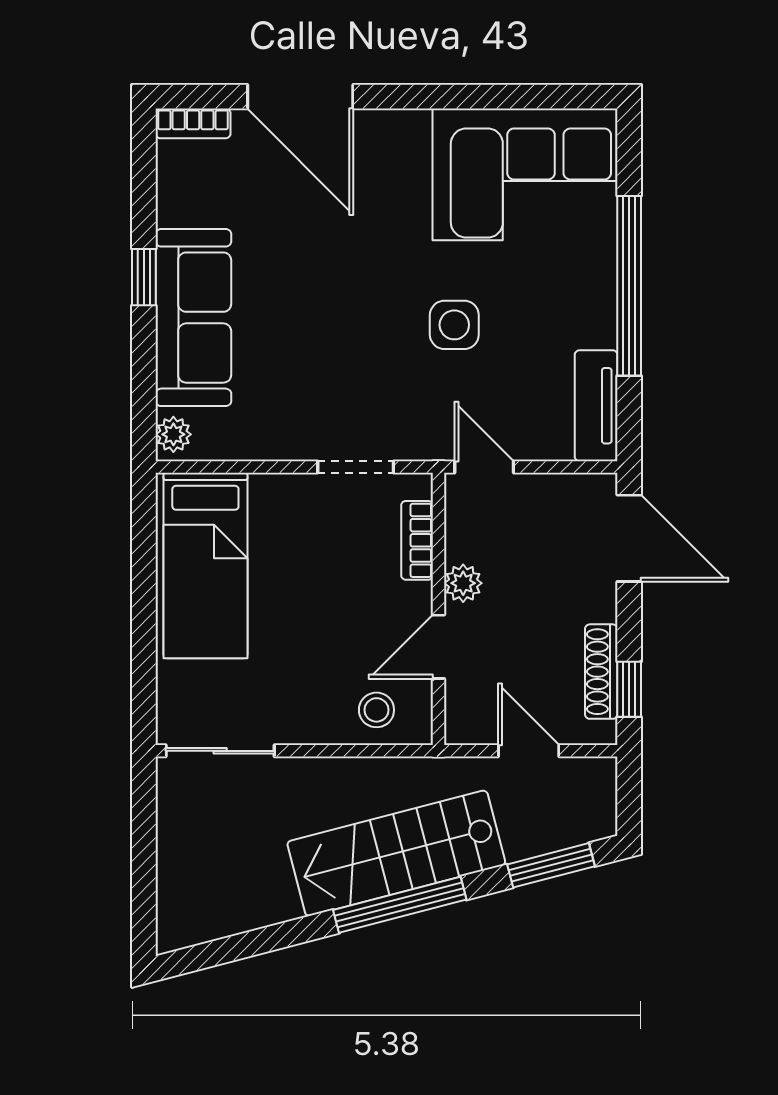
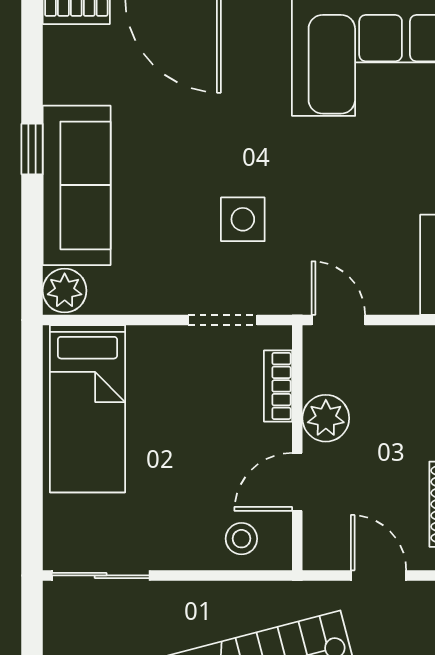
side table: (454, 325) -> (243, 219), moved
plant: (173, 434) -> (65, 291), width x1.38, depth x1.38
plant: (463, 583) -> (326, 418), width x1.38, depth x1.38

